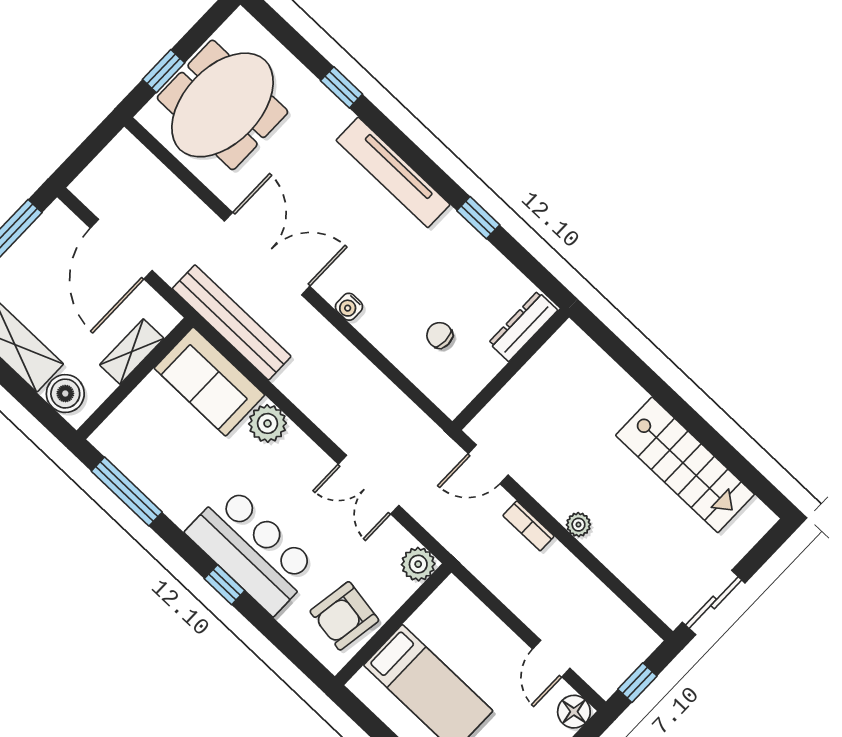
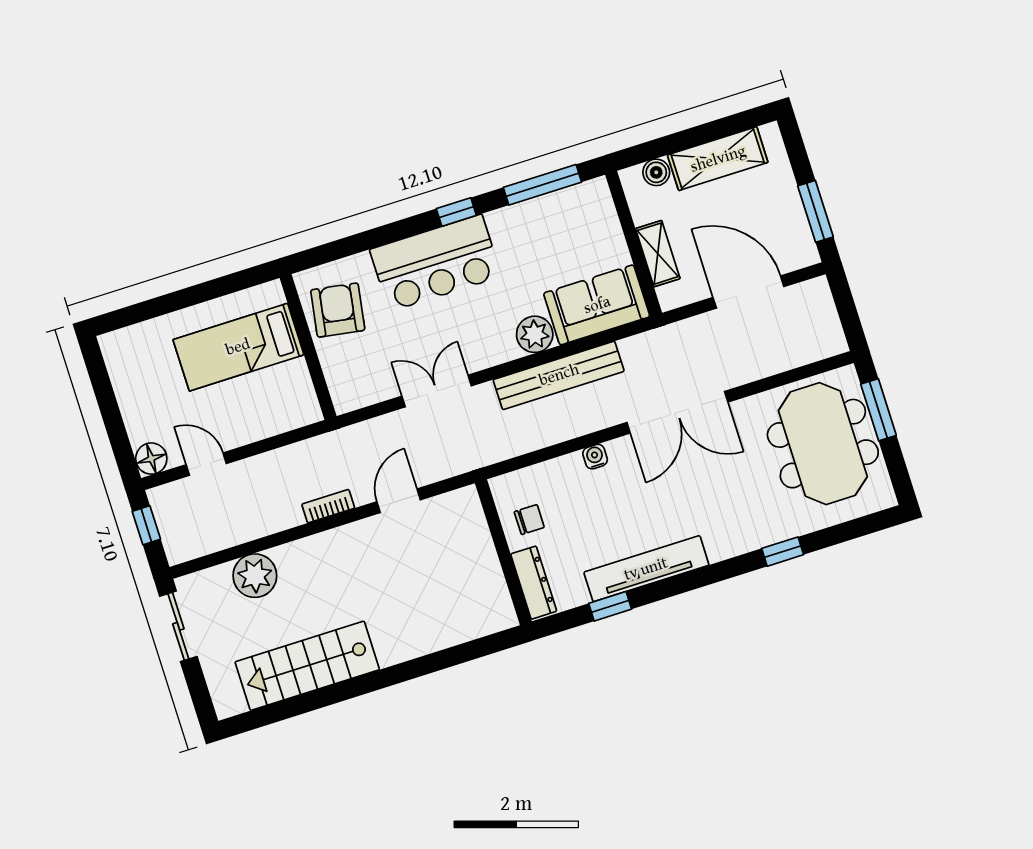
window: (164, 71) -> (878, 410), width x1.50
tv unit: (393, 172) -> (646, 569), moved
bench: (232, 322) -> (559, 375), moved
dresser: (523, 326) -> (534, 583), moved
wall: (511, 369) -> (503, 552), moved
boiler: (65, 394) -> (656, 172), width x0.73, depth x0.73
plant: (578, 525) -> (255, 576), moved, width x1.88, depth x1.88
plant: (418, 564) -> (347, 396), removed
window: (225, 585) -> (456, 212), moved

